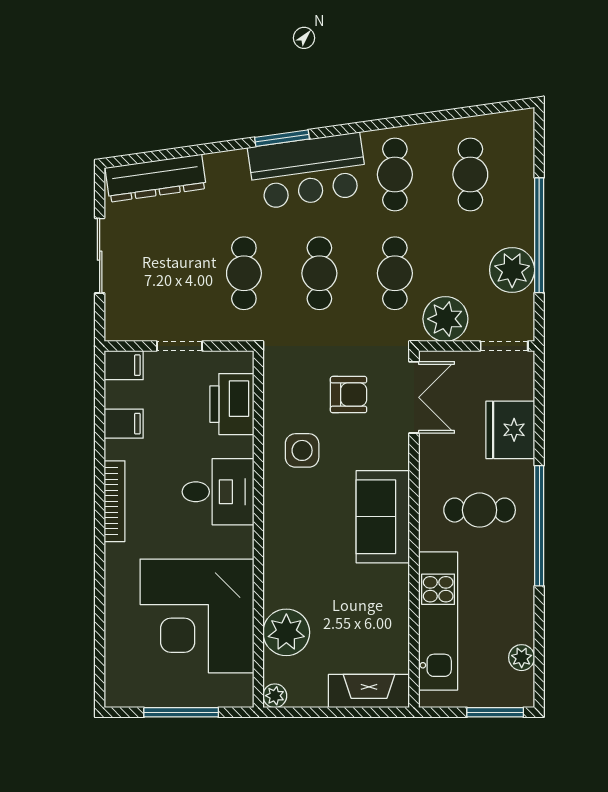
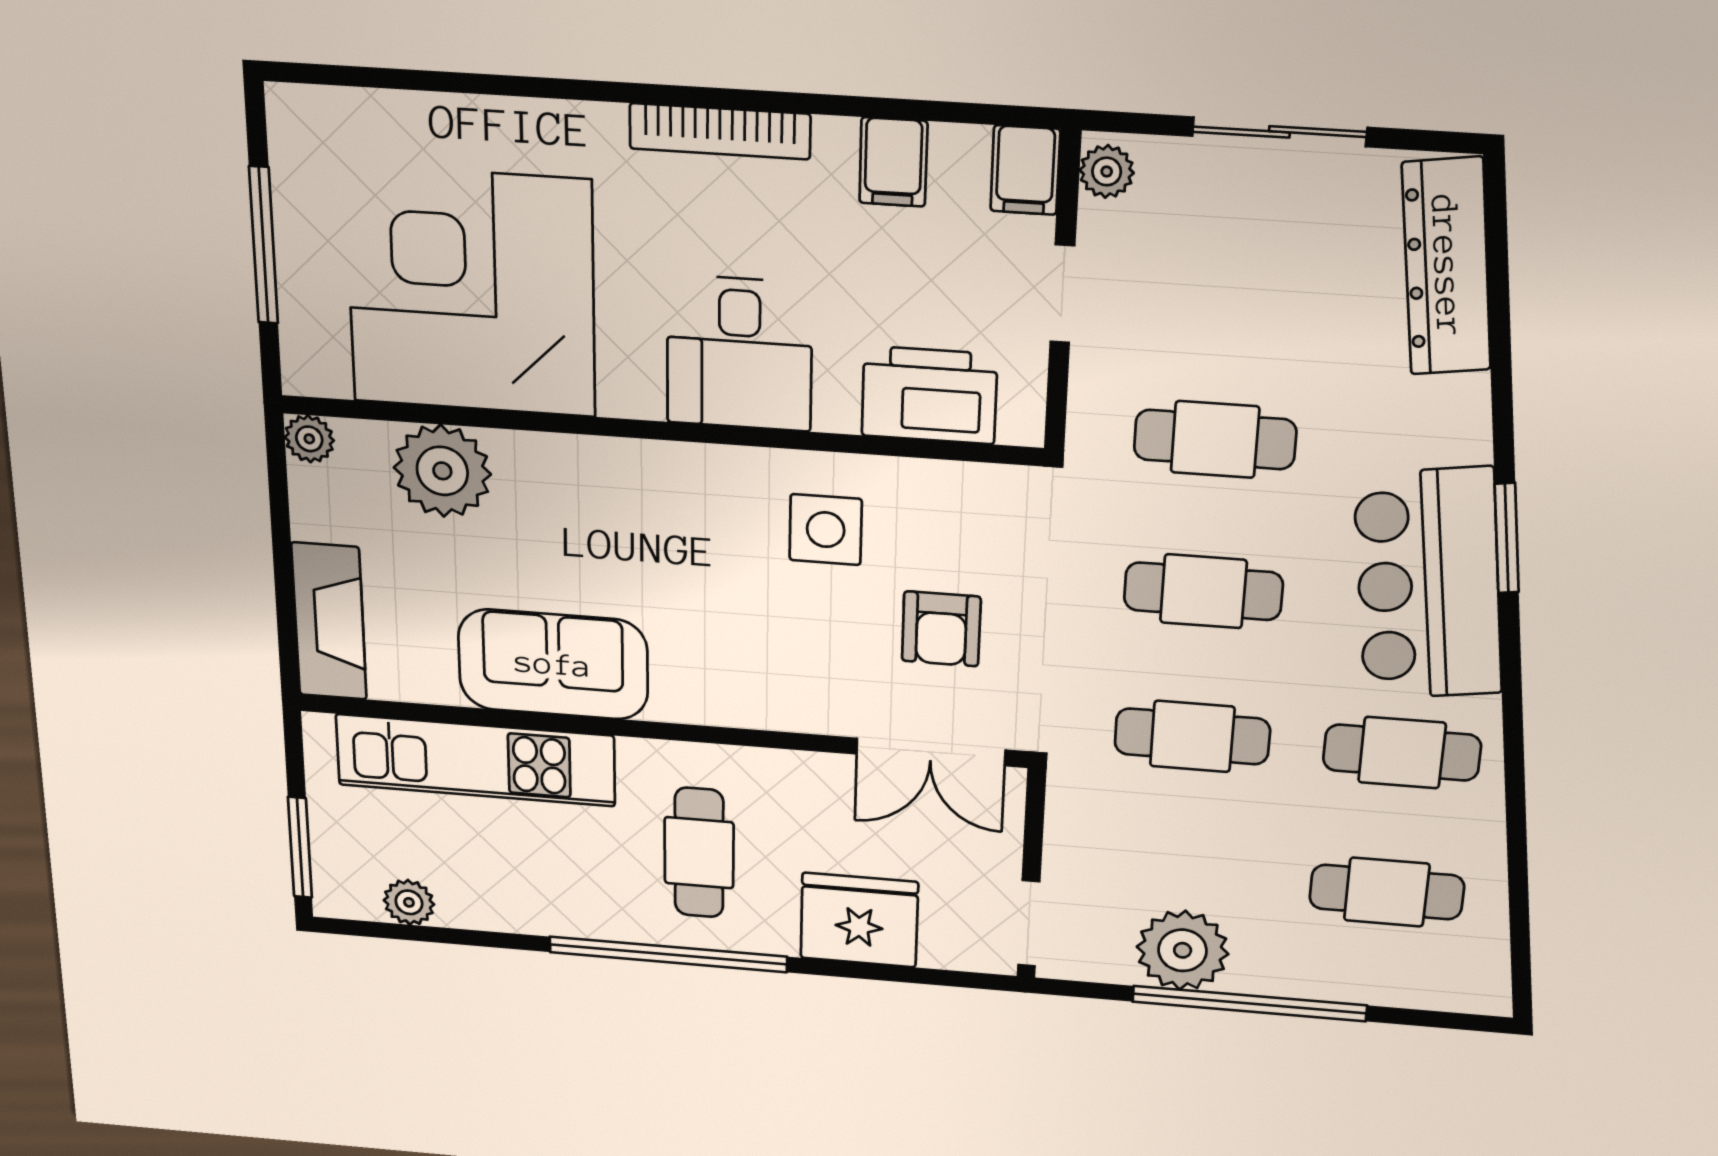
plant: (445, 319) -> (1107, 172), moved, width x0.53, depth x0.53
sofa: (383, 517) -> (553, 664), moved

